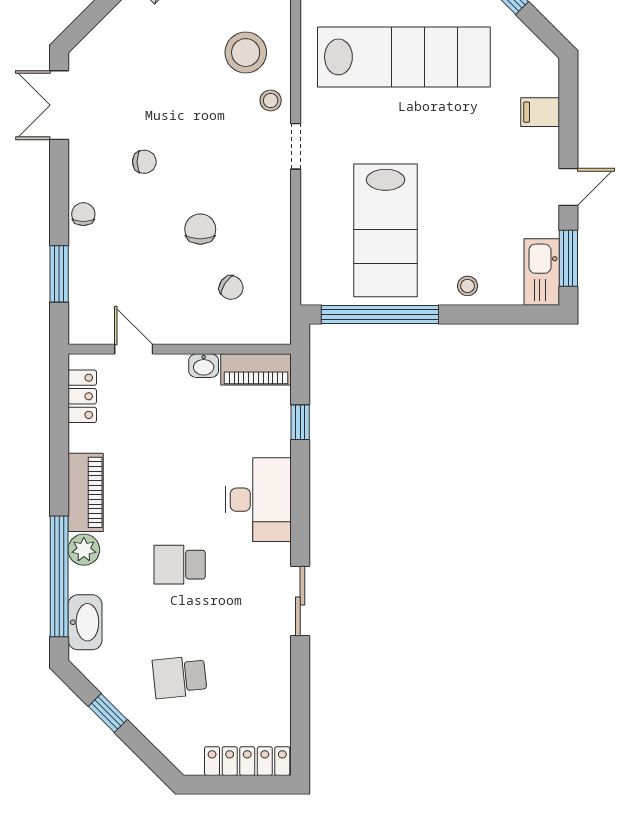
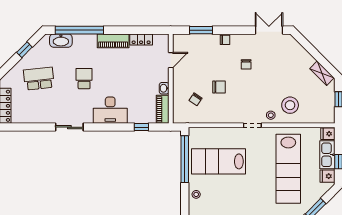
locker: (82, 396) -> (141, 39), moved
plant: (84, 550) -> (90, 40), removed
school desk: (180, 677) -> (39, 79), width x1.85

